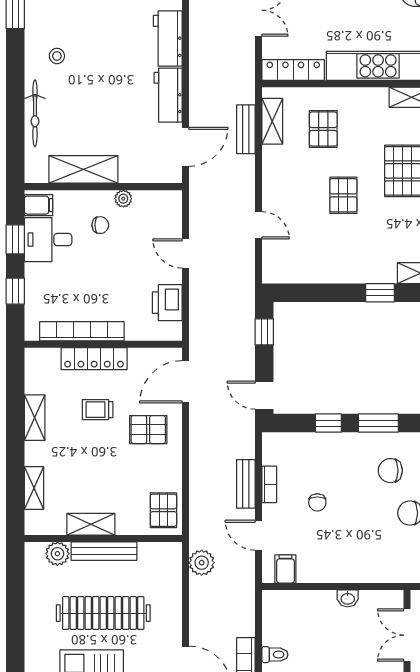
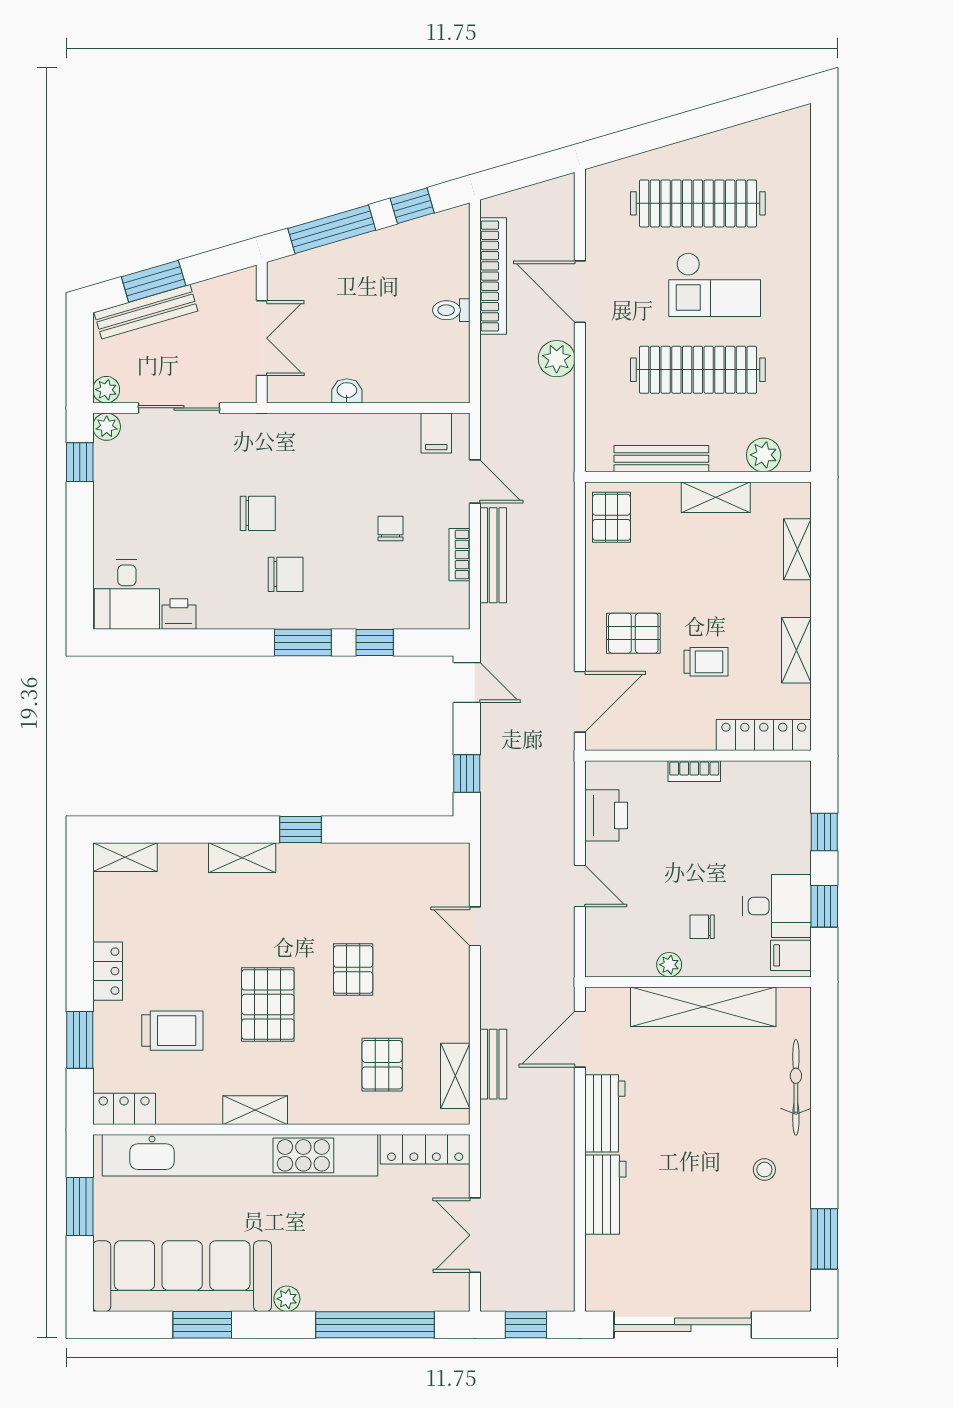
shelving: (83, 169) -> (703, 1007), width x1.47
bookcase: (82, 331) -> (694, 771), width x0.43, depth x0.76
locker: (94, 359) -> (764, 735), moved
bench: (246, 484) -> (493, 555), width x1.36
bench: (104, 551) -> (661, 459), moved
plant: (202, 563) -> (557, 359), moved

